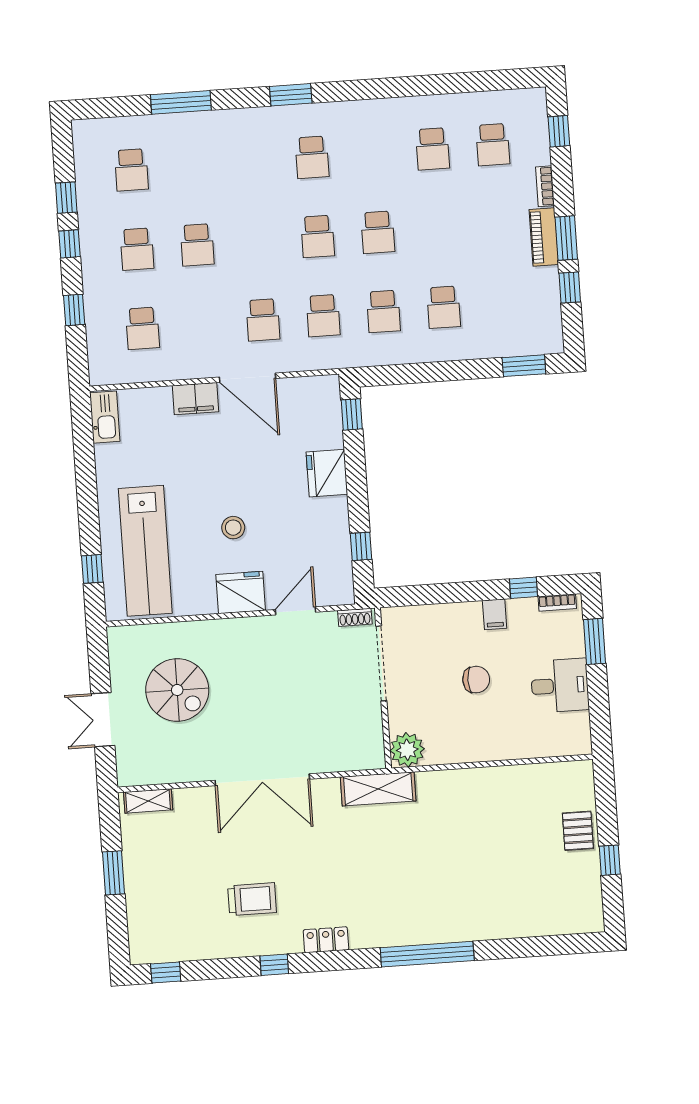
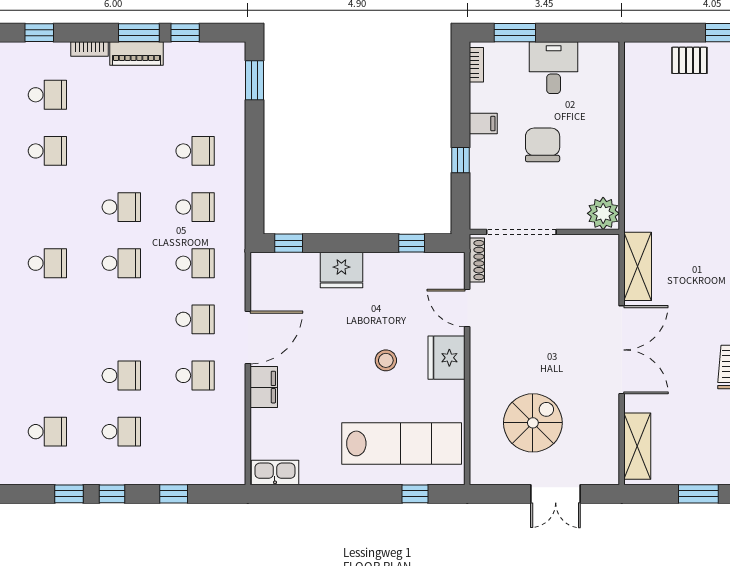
school desk: (142, 328) -> (195, 375), moved
window: (524, 588) -> (460, 160), moved
shoe rack: (355, 617) -> (477, 260), width x1.43
chair: (476, 680) -> (543, 145), width x1.37, depth x1.37
shelving: (378, 789) -> (638, 266), moved
shelving: (148, 801) -> (637, 446), width x1.50, depth x1.33

